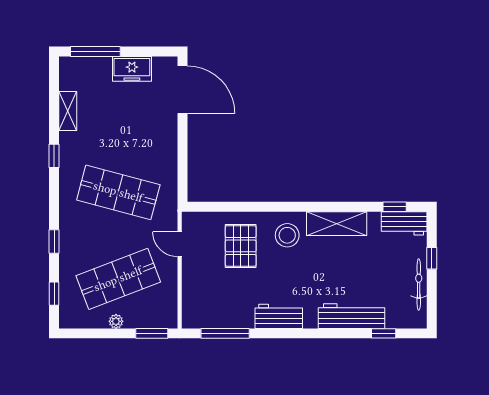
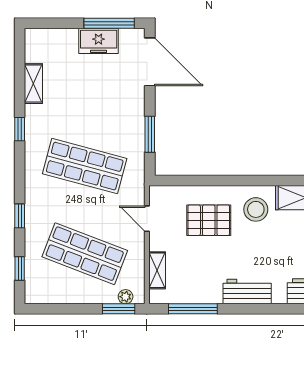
window: (95, 51) -> (109, 23), moved
window: (182, 161) -> (150, 134), added
pallet: (241, 246) -> (209, 220), turned 90
shop shelf: (118, 279) -> (85, 254), turned 42
shelving: (190, 295) -> (157, 270), added
plant: (116, 321) -> (126, 297), moved

